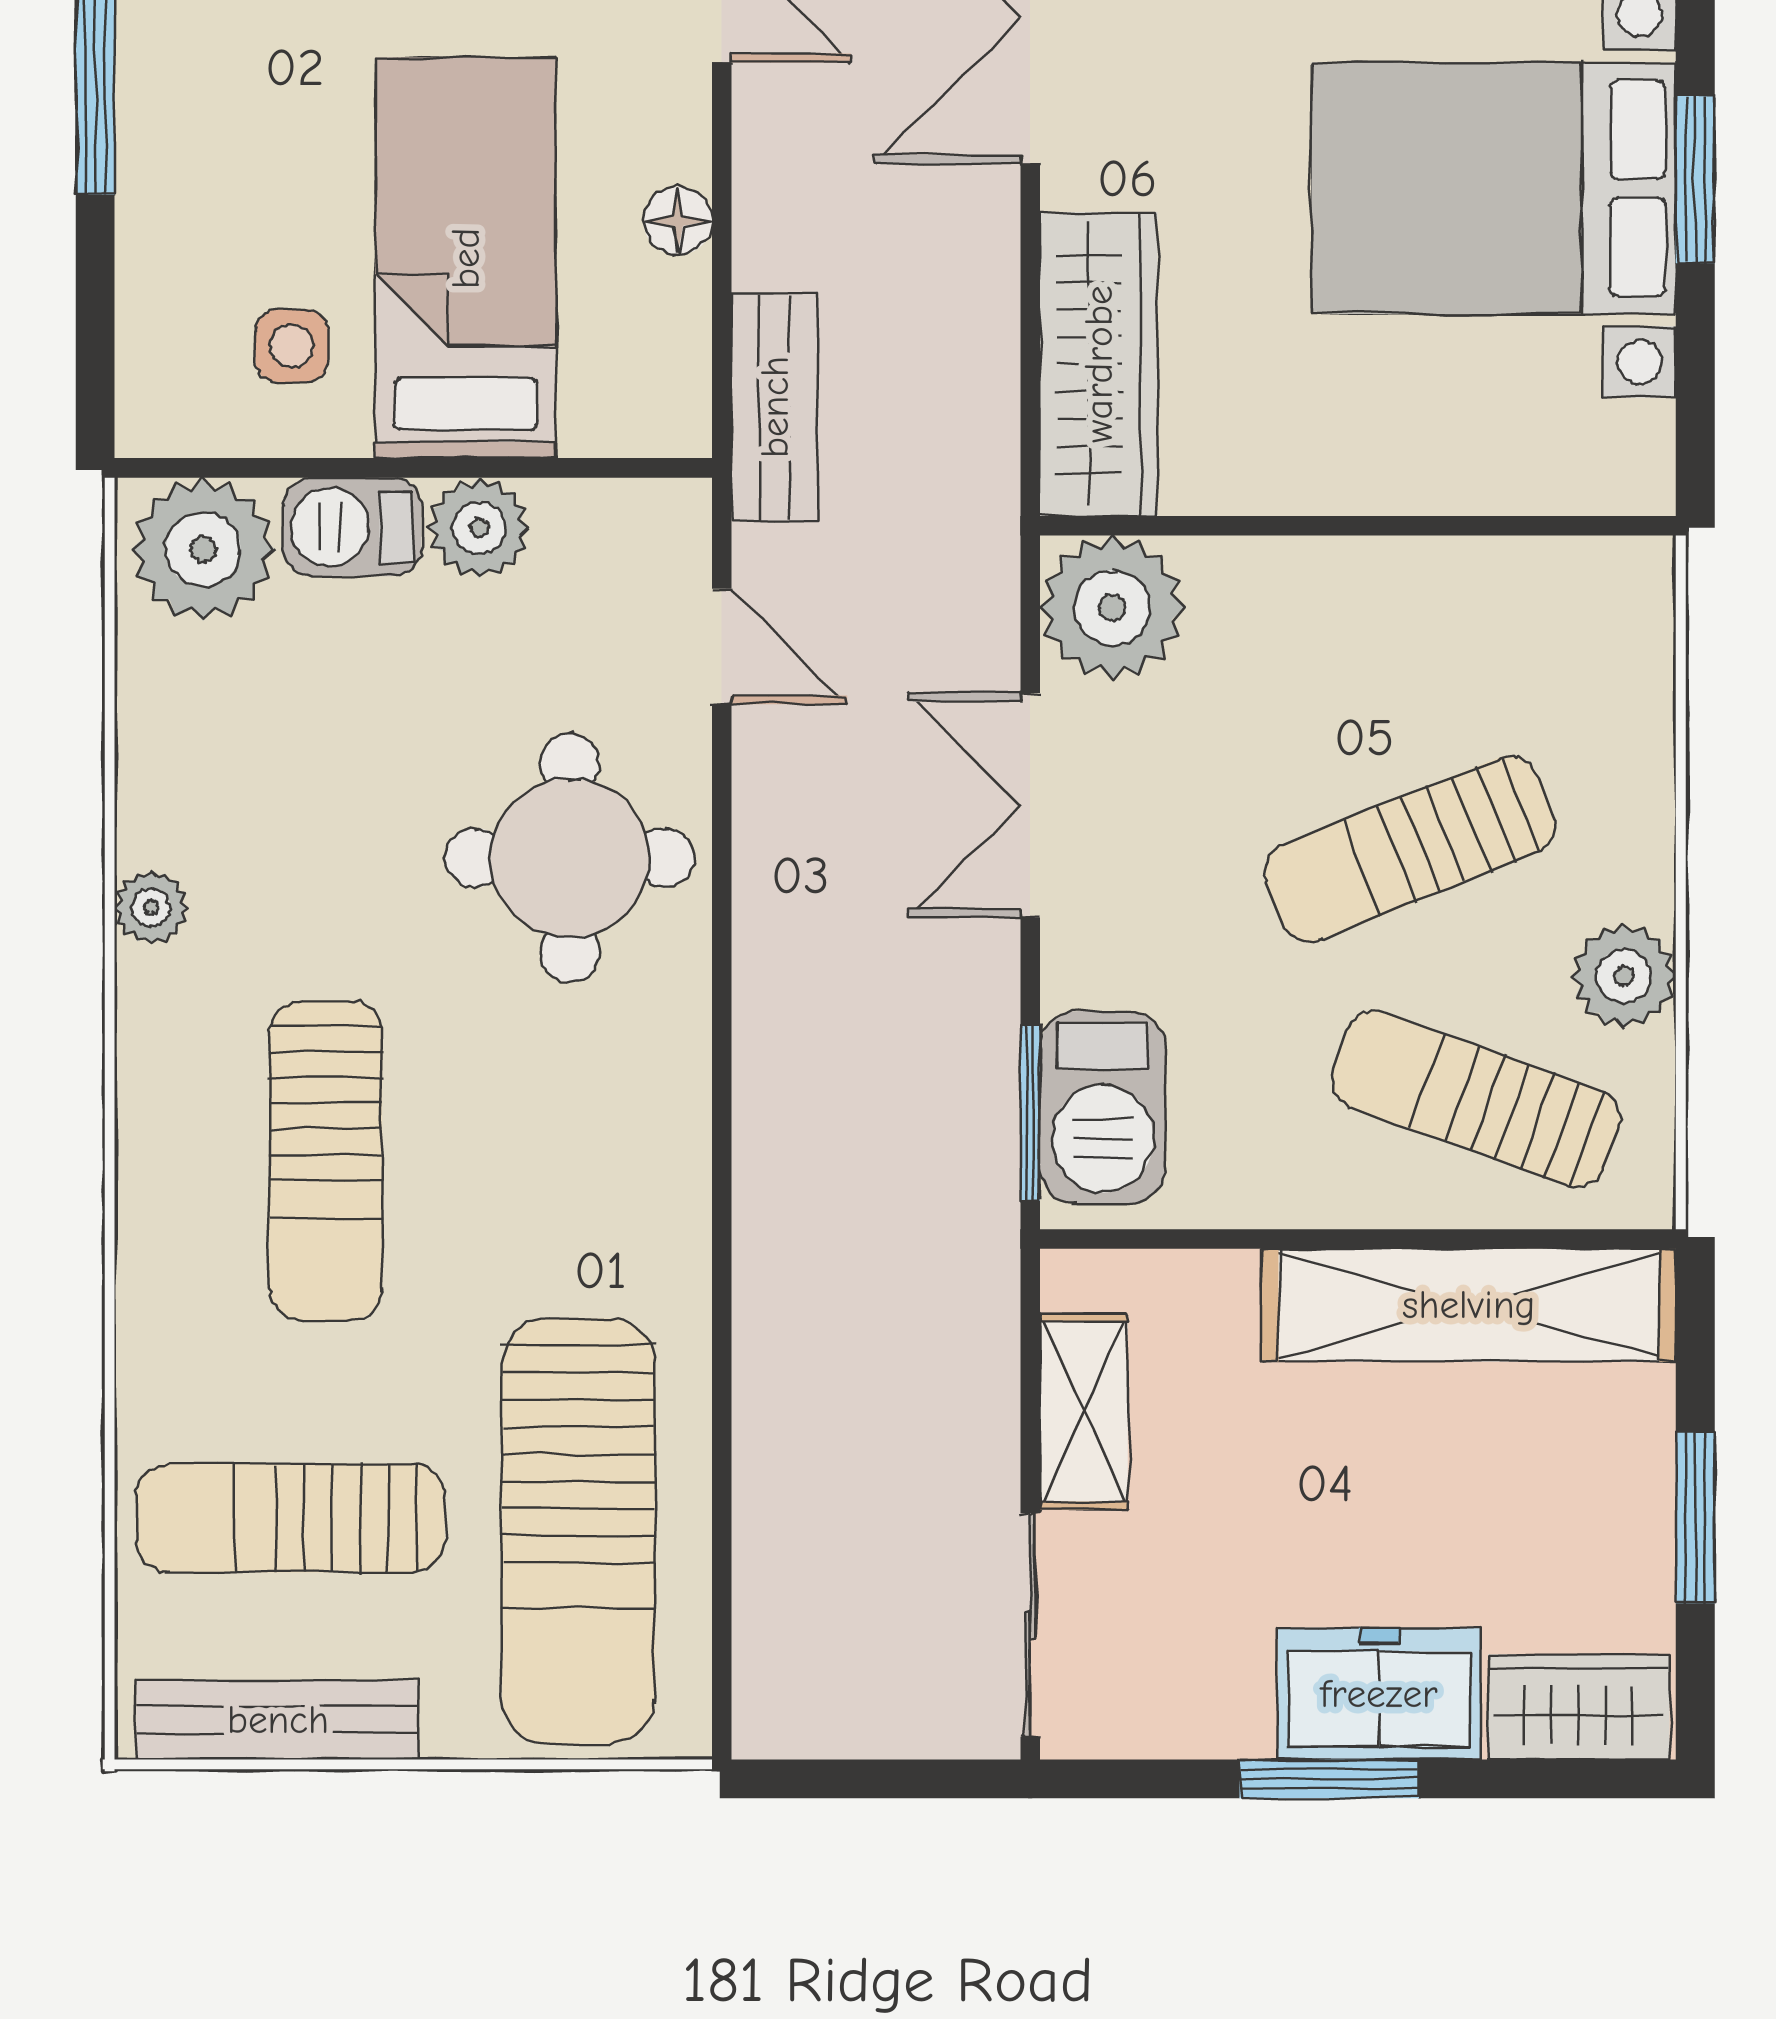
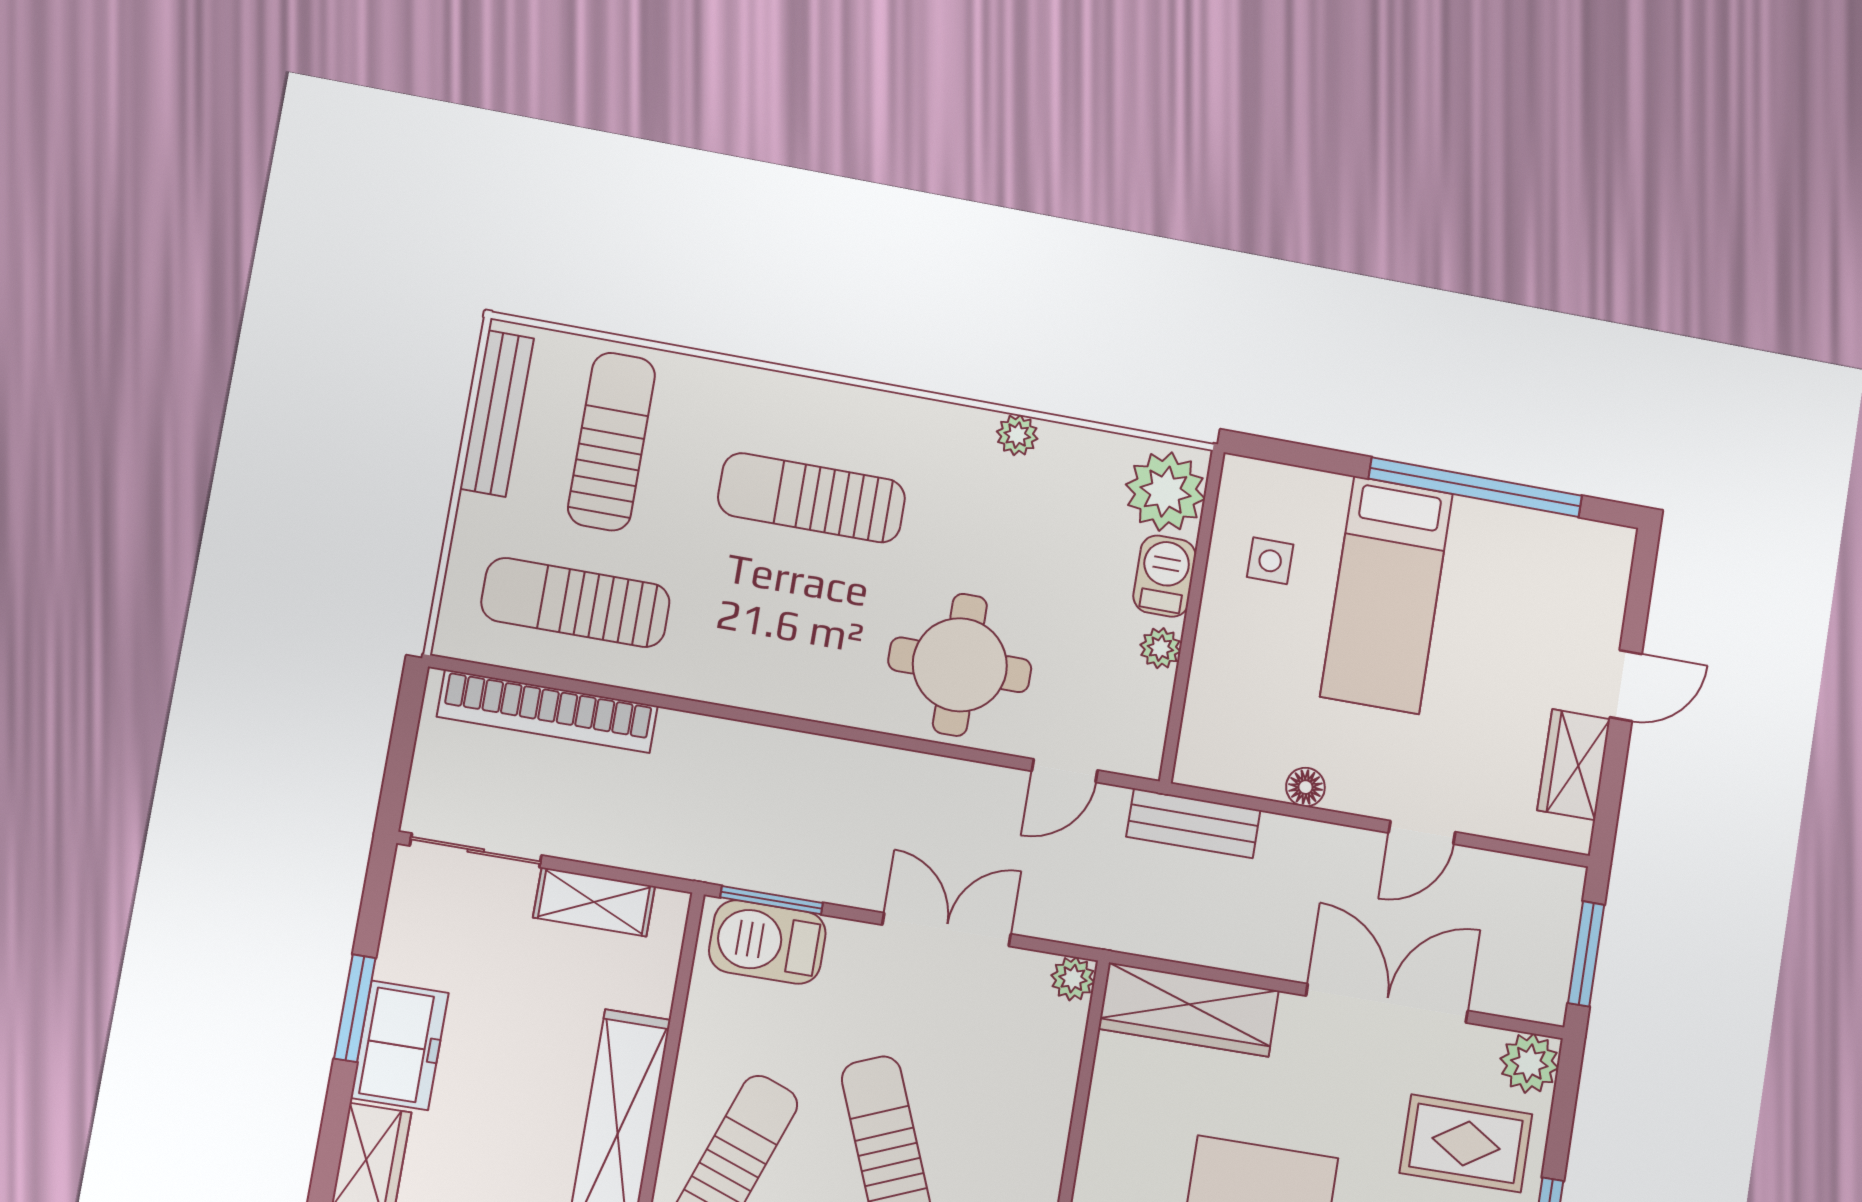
bed: (466, 258) -> (1387, 595), moved, turned 90
plant: (479, 528) -> (1160, 648), width x0.73, depth x0.73
plant: (1112, 608) -> (1073, 979), width x0.53, depth x0.53
plant: (151, 907) -> (1017, 435), moved
sun lounger: (579, 1531) -> (576, 603), width x0.73, depth x0.75
bookcase: (773, 1546) -> (547, 711), added

